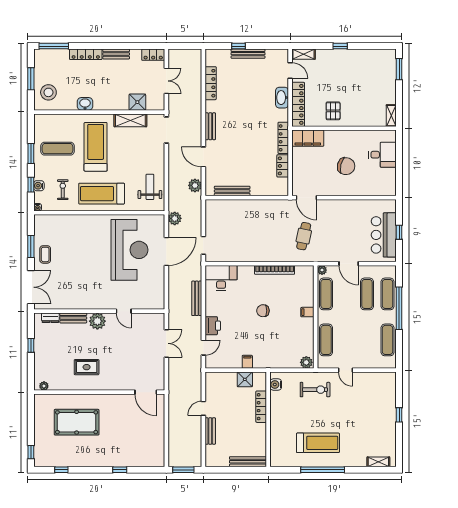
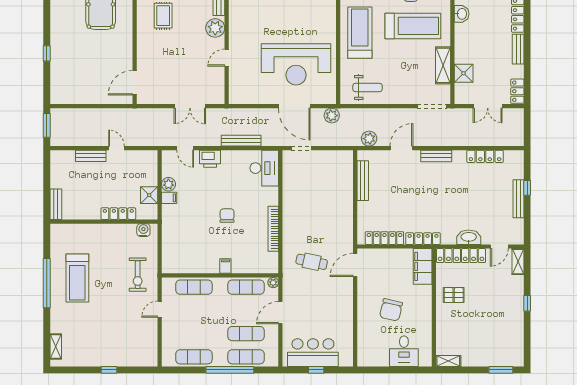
locker: (283, 166) -> (384, 238), width x1.53
plant: (306, 362) -> (168, 184), moved
bench: (248, 462) -> (56, 204), width x0.73

